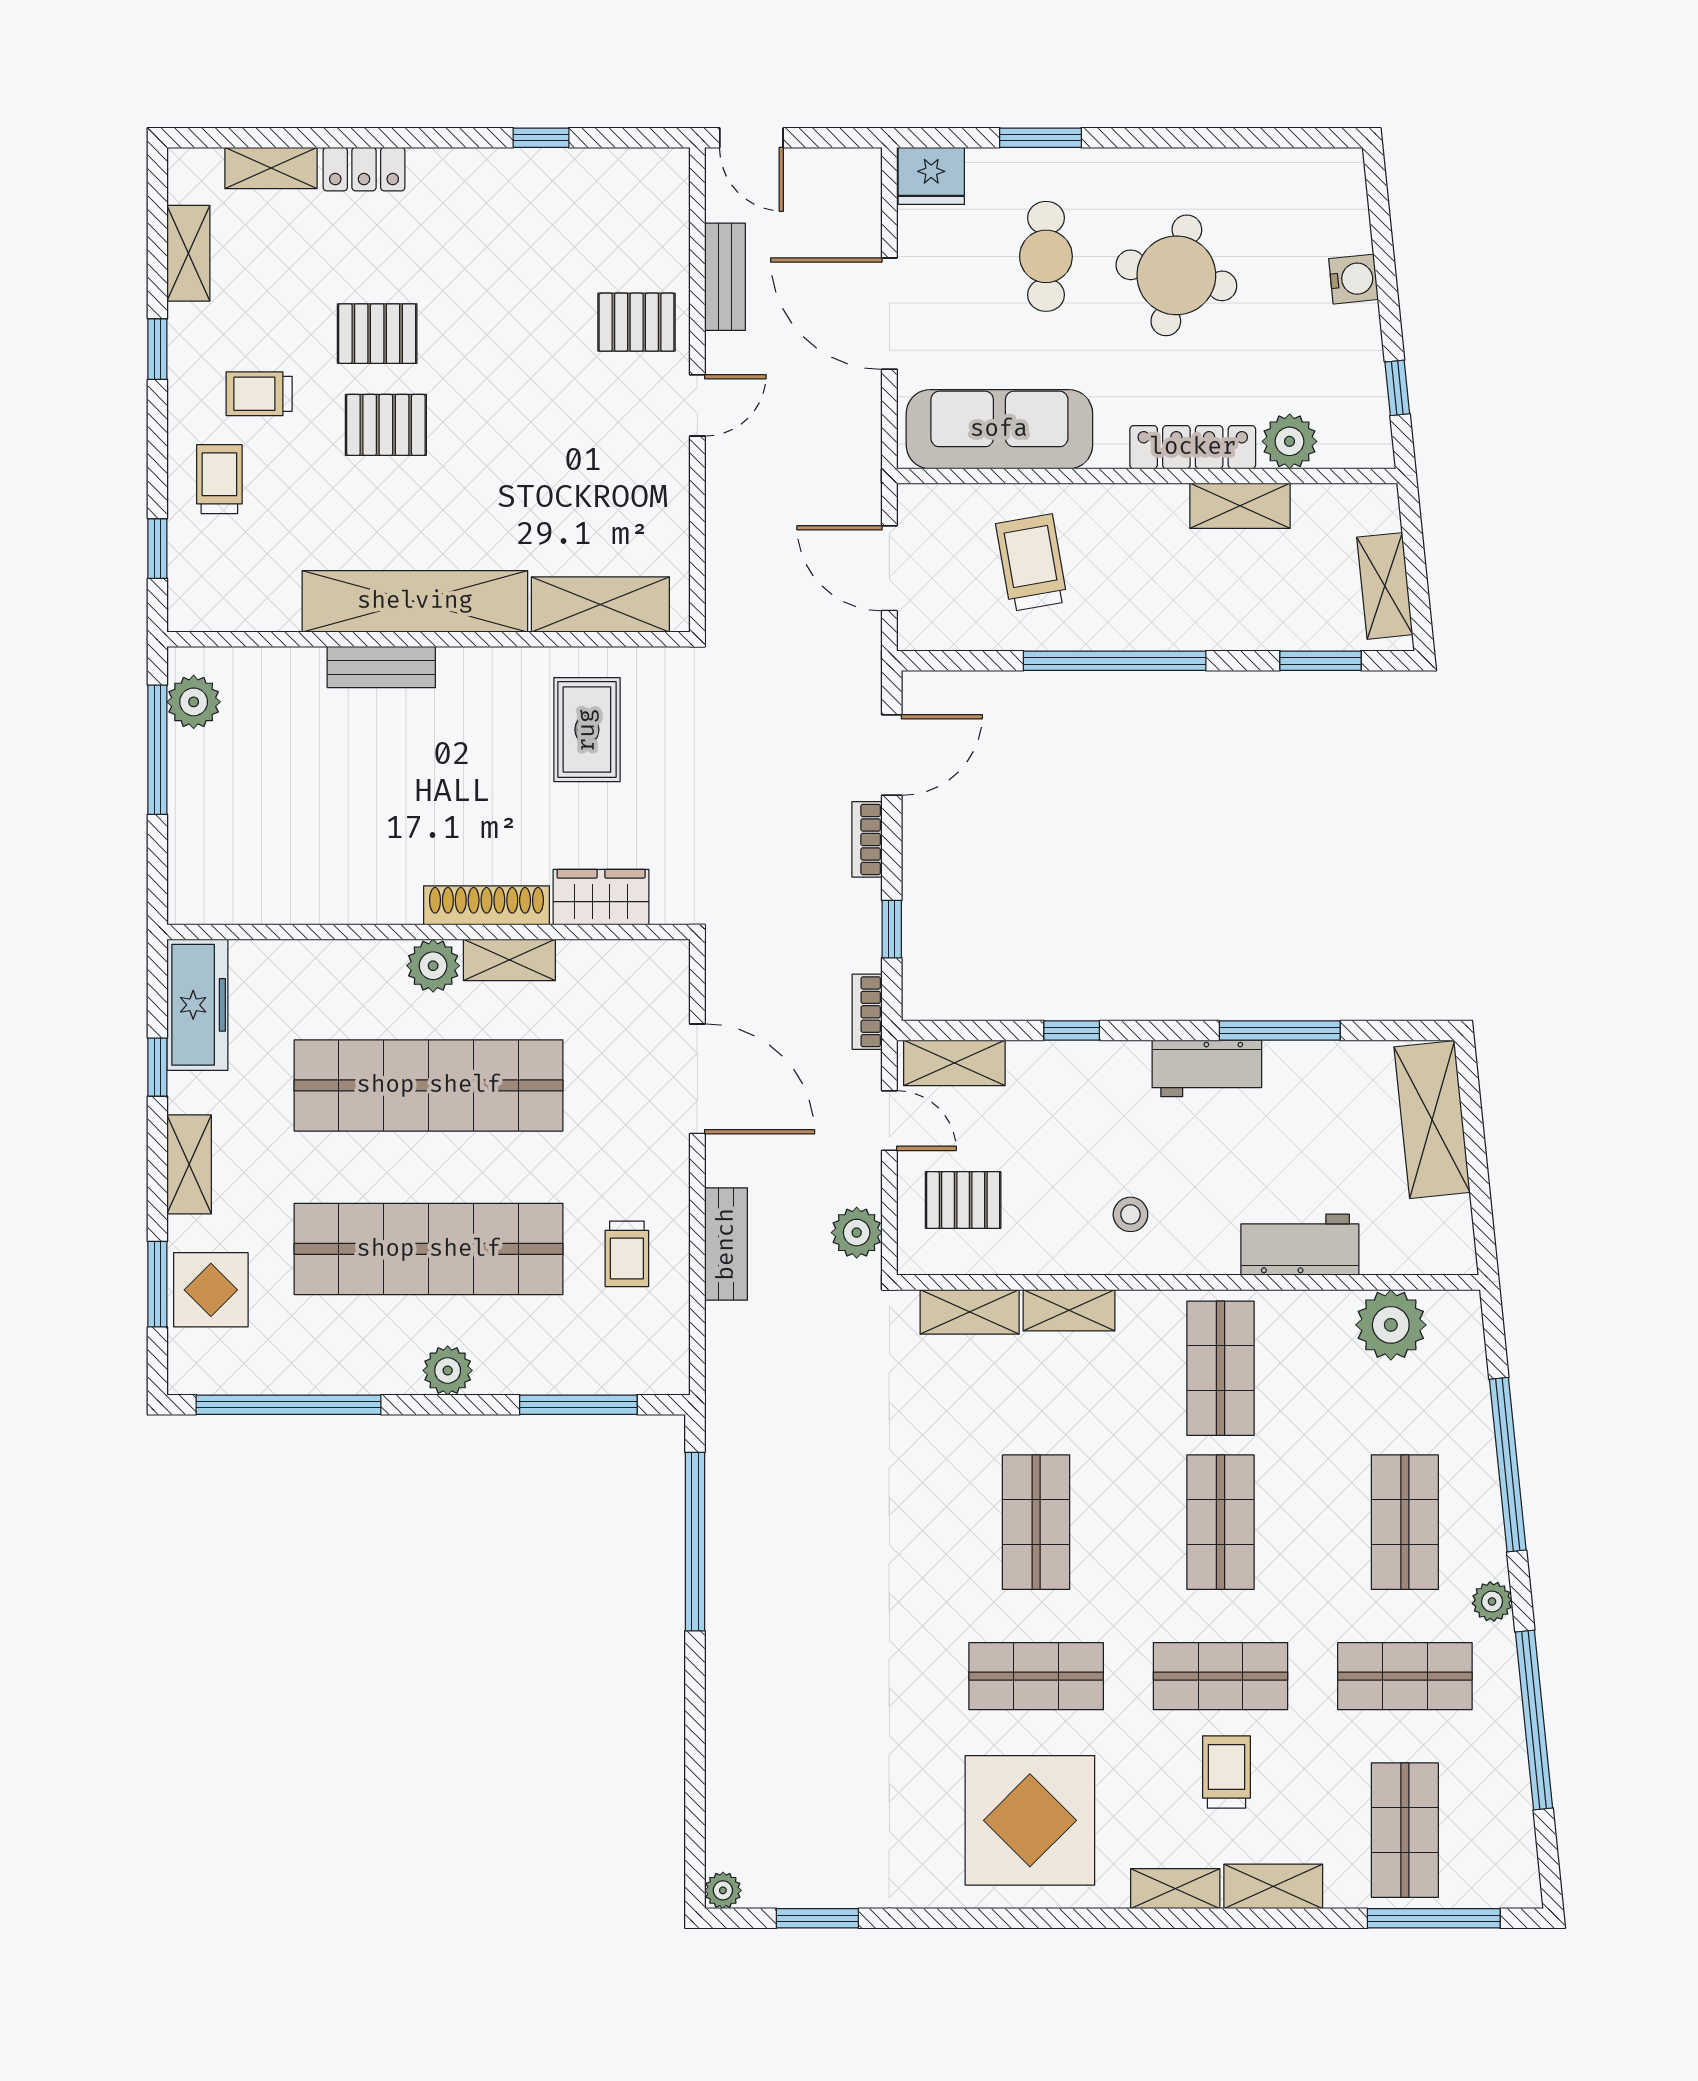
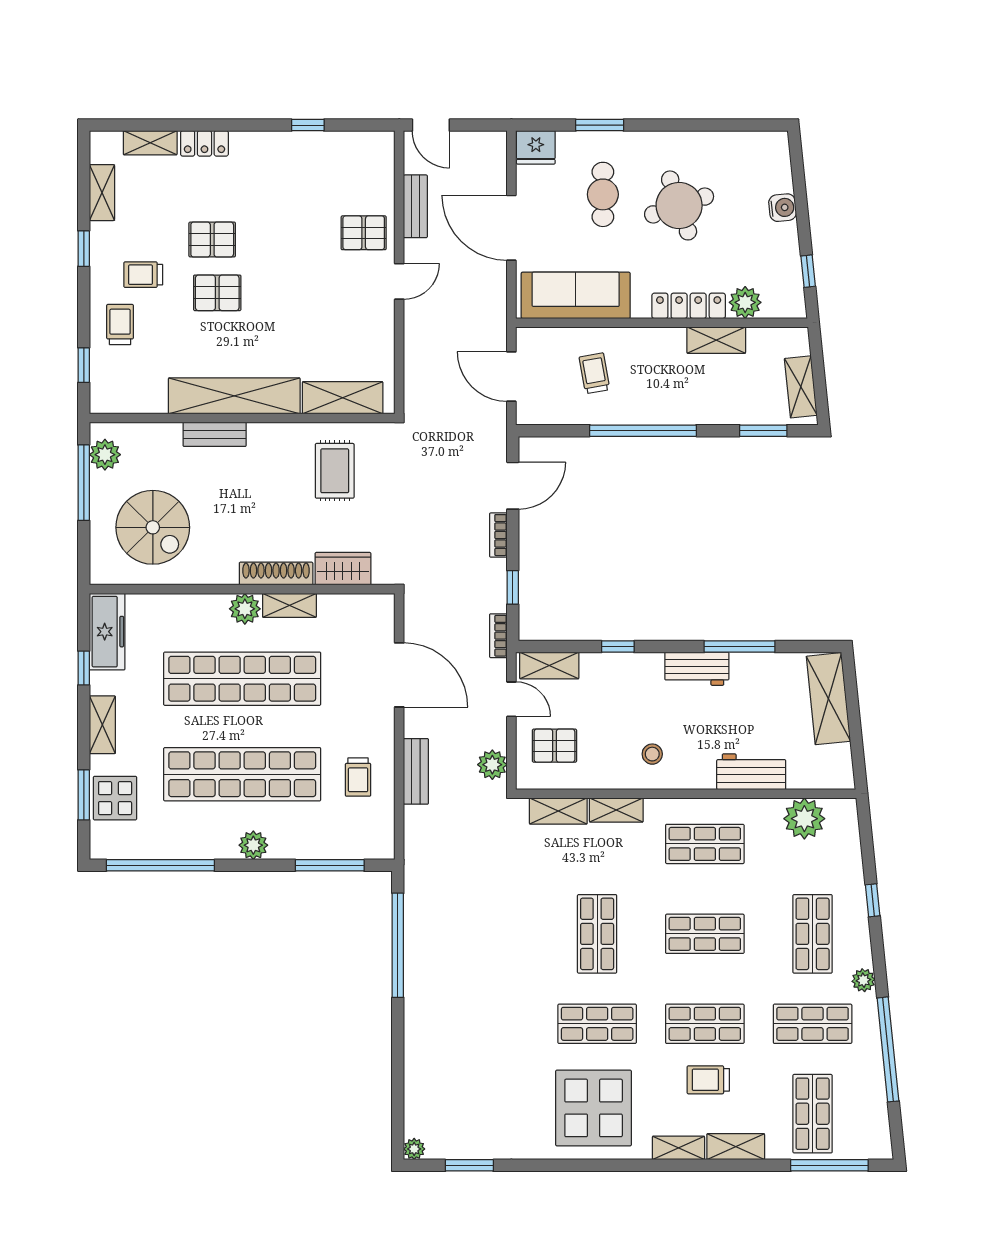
round table: (1176, 275) -> (679, 205), turned -32
trolley: (1032, 563) -> (594, 373), width x0.73, depth x0.72
spiral stairs: (275, 826) -> (153, 527), added
shop shelf: (1220, 1368) -> (705, 844), turned 90
window: (1508, 1465) -> (873, 900), width x0.32
shop shelf: (1220, 1522) -> (705, 934), turned 90
trolley: (1226, 1772) -> (708, 1080), turned -90

